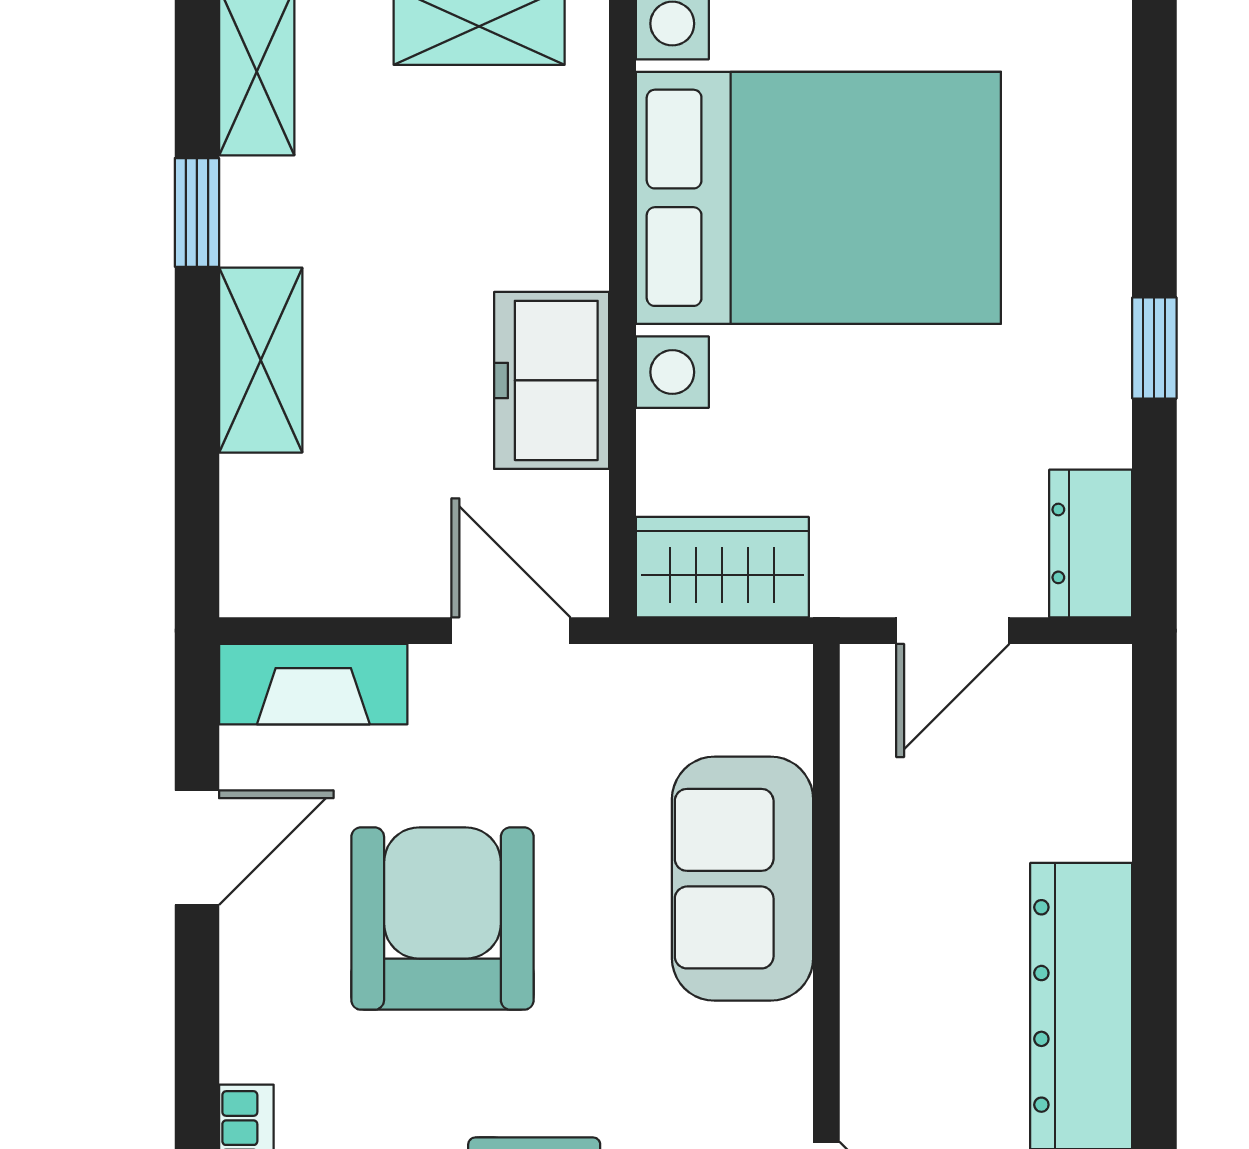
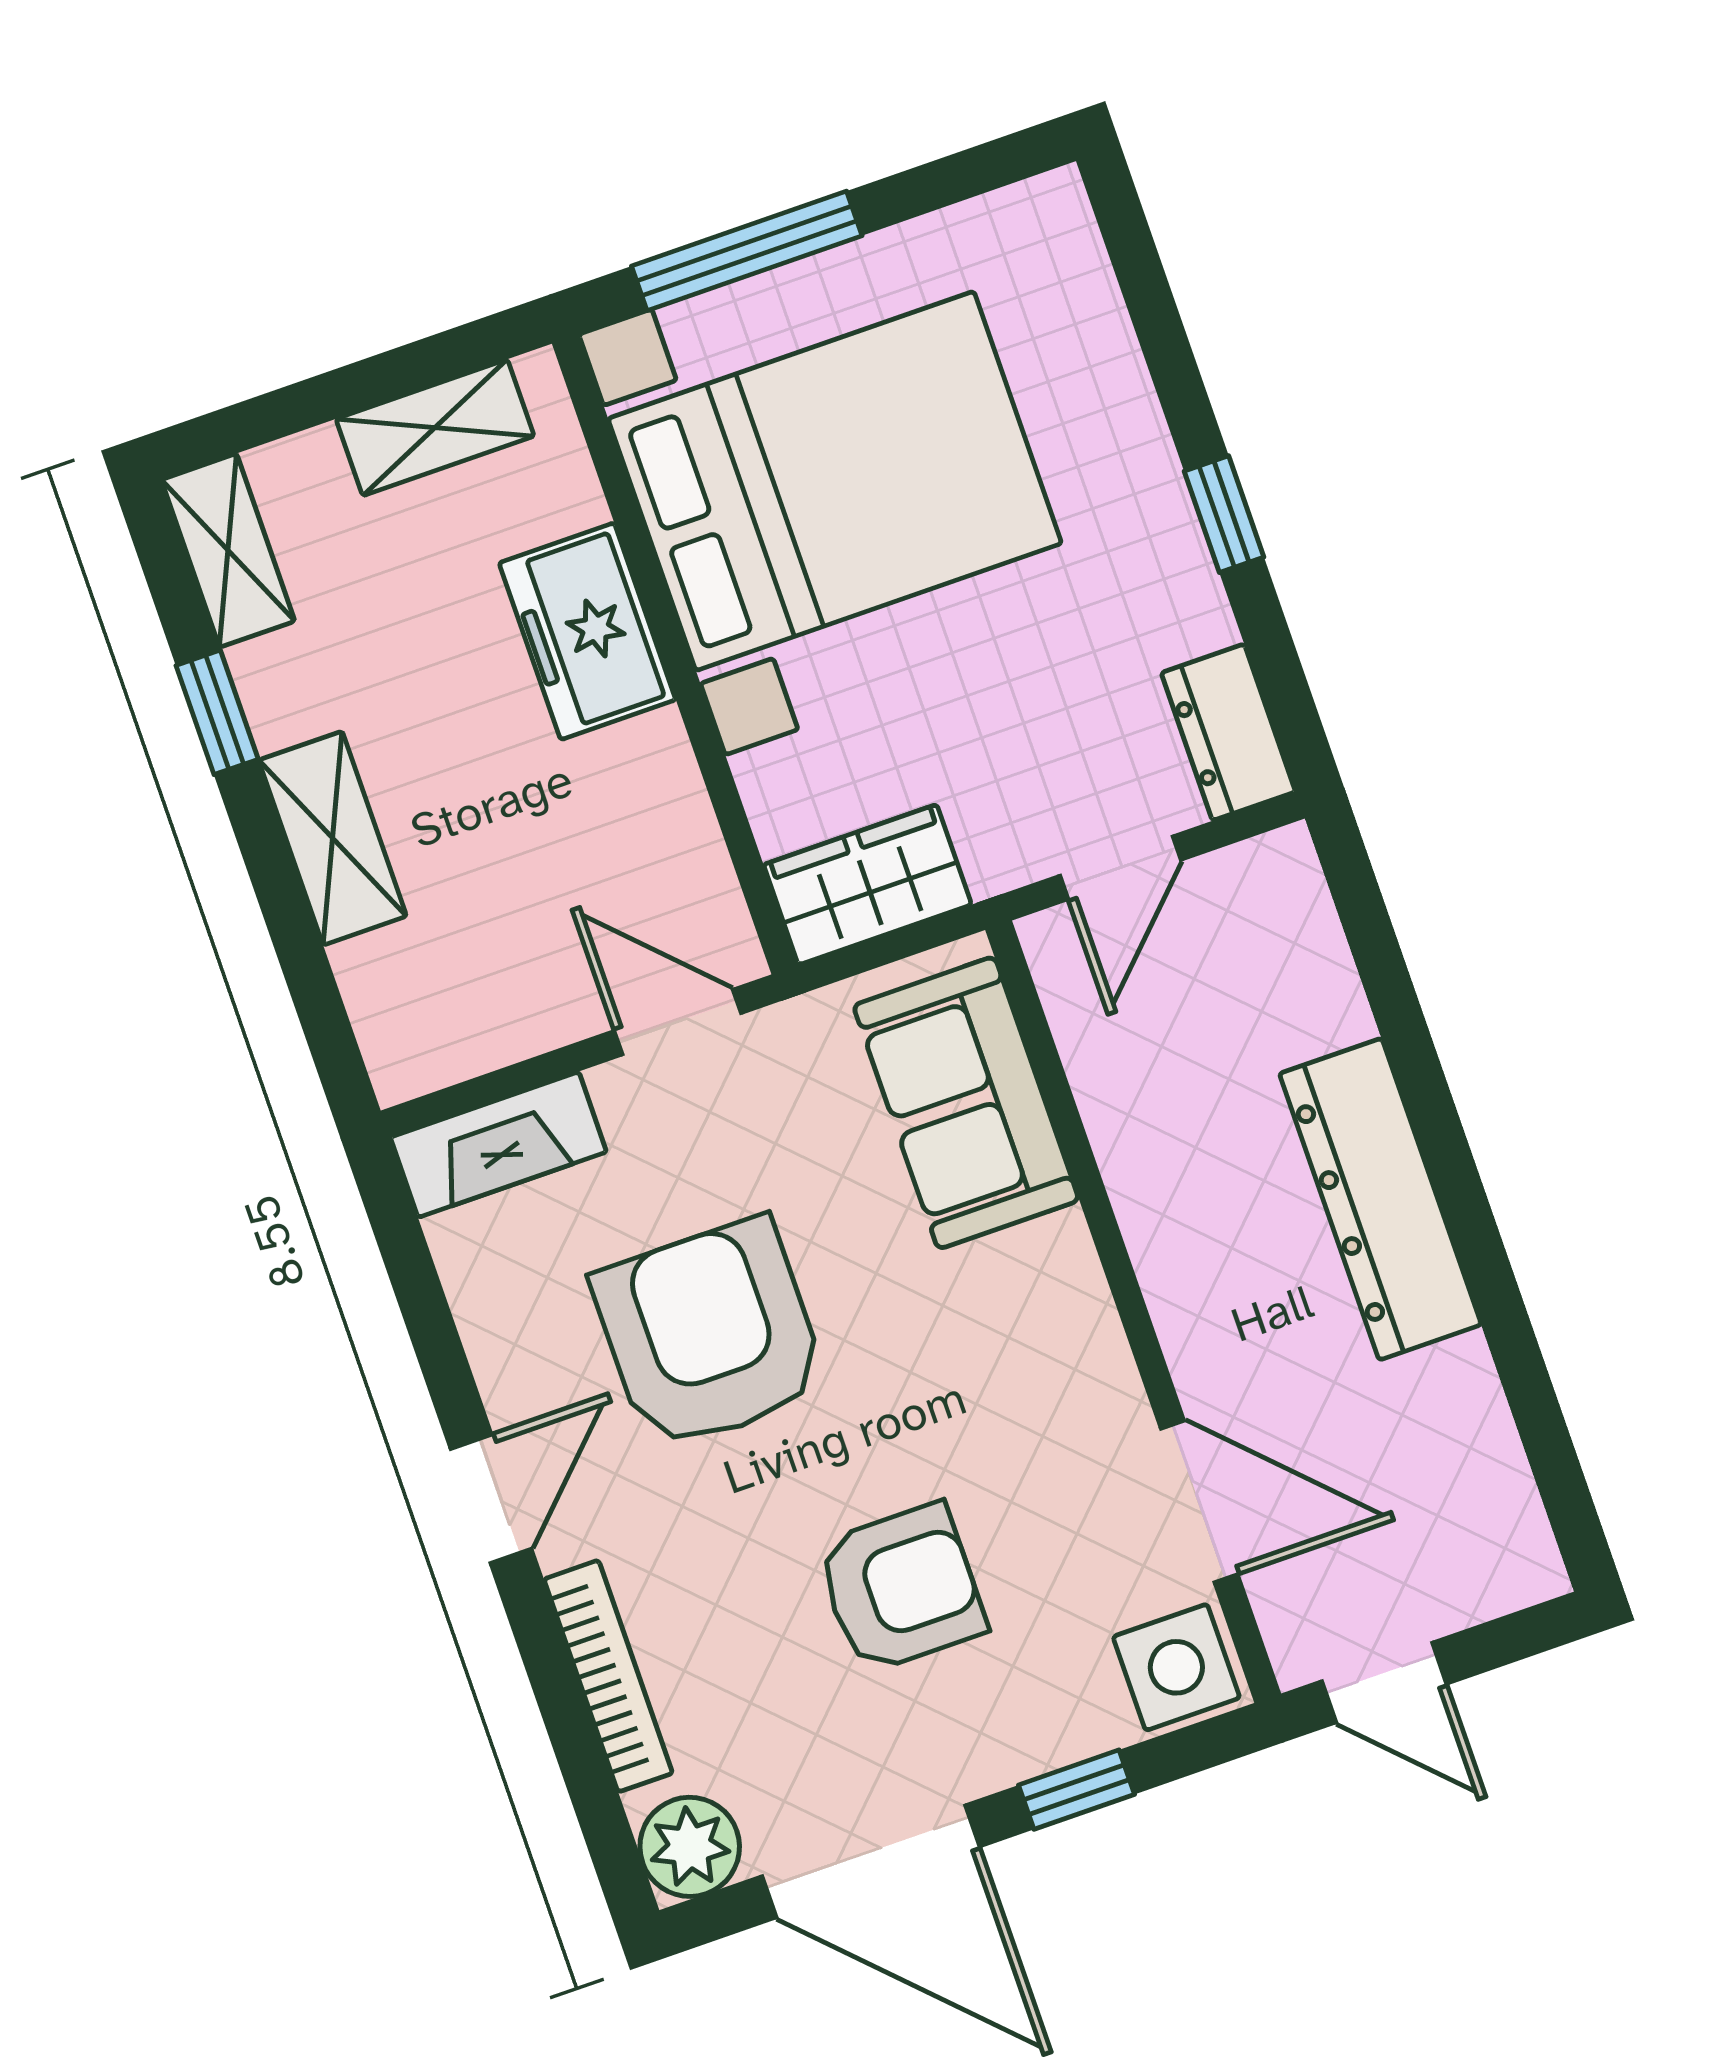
freezer: (552, 380) -> (587, 631), moved
door: (197, 848) -> (491, 1499), moved
sofa: (743, 879) -> (966, 1103), moved

